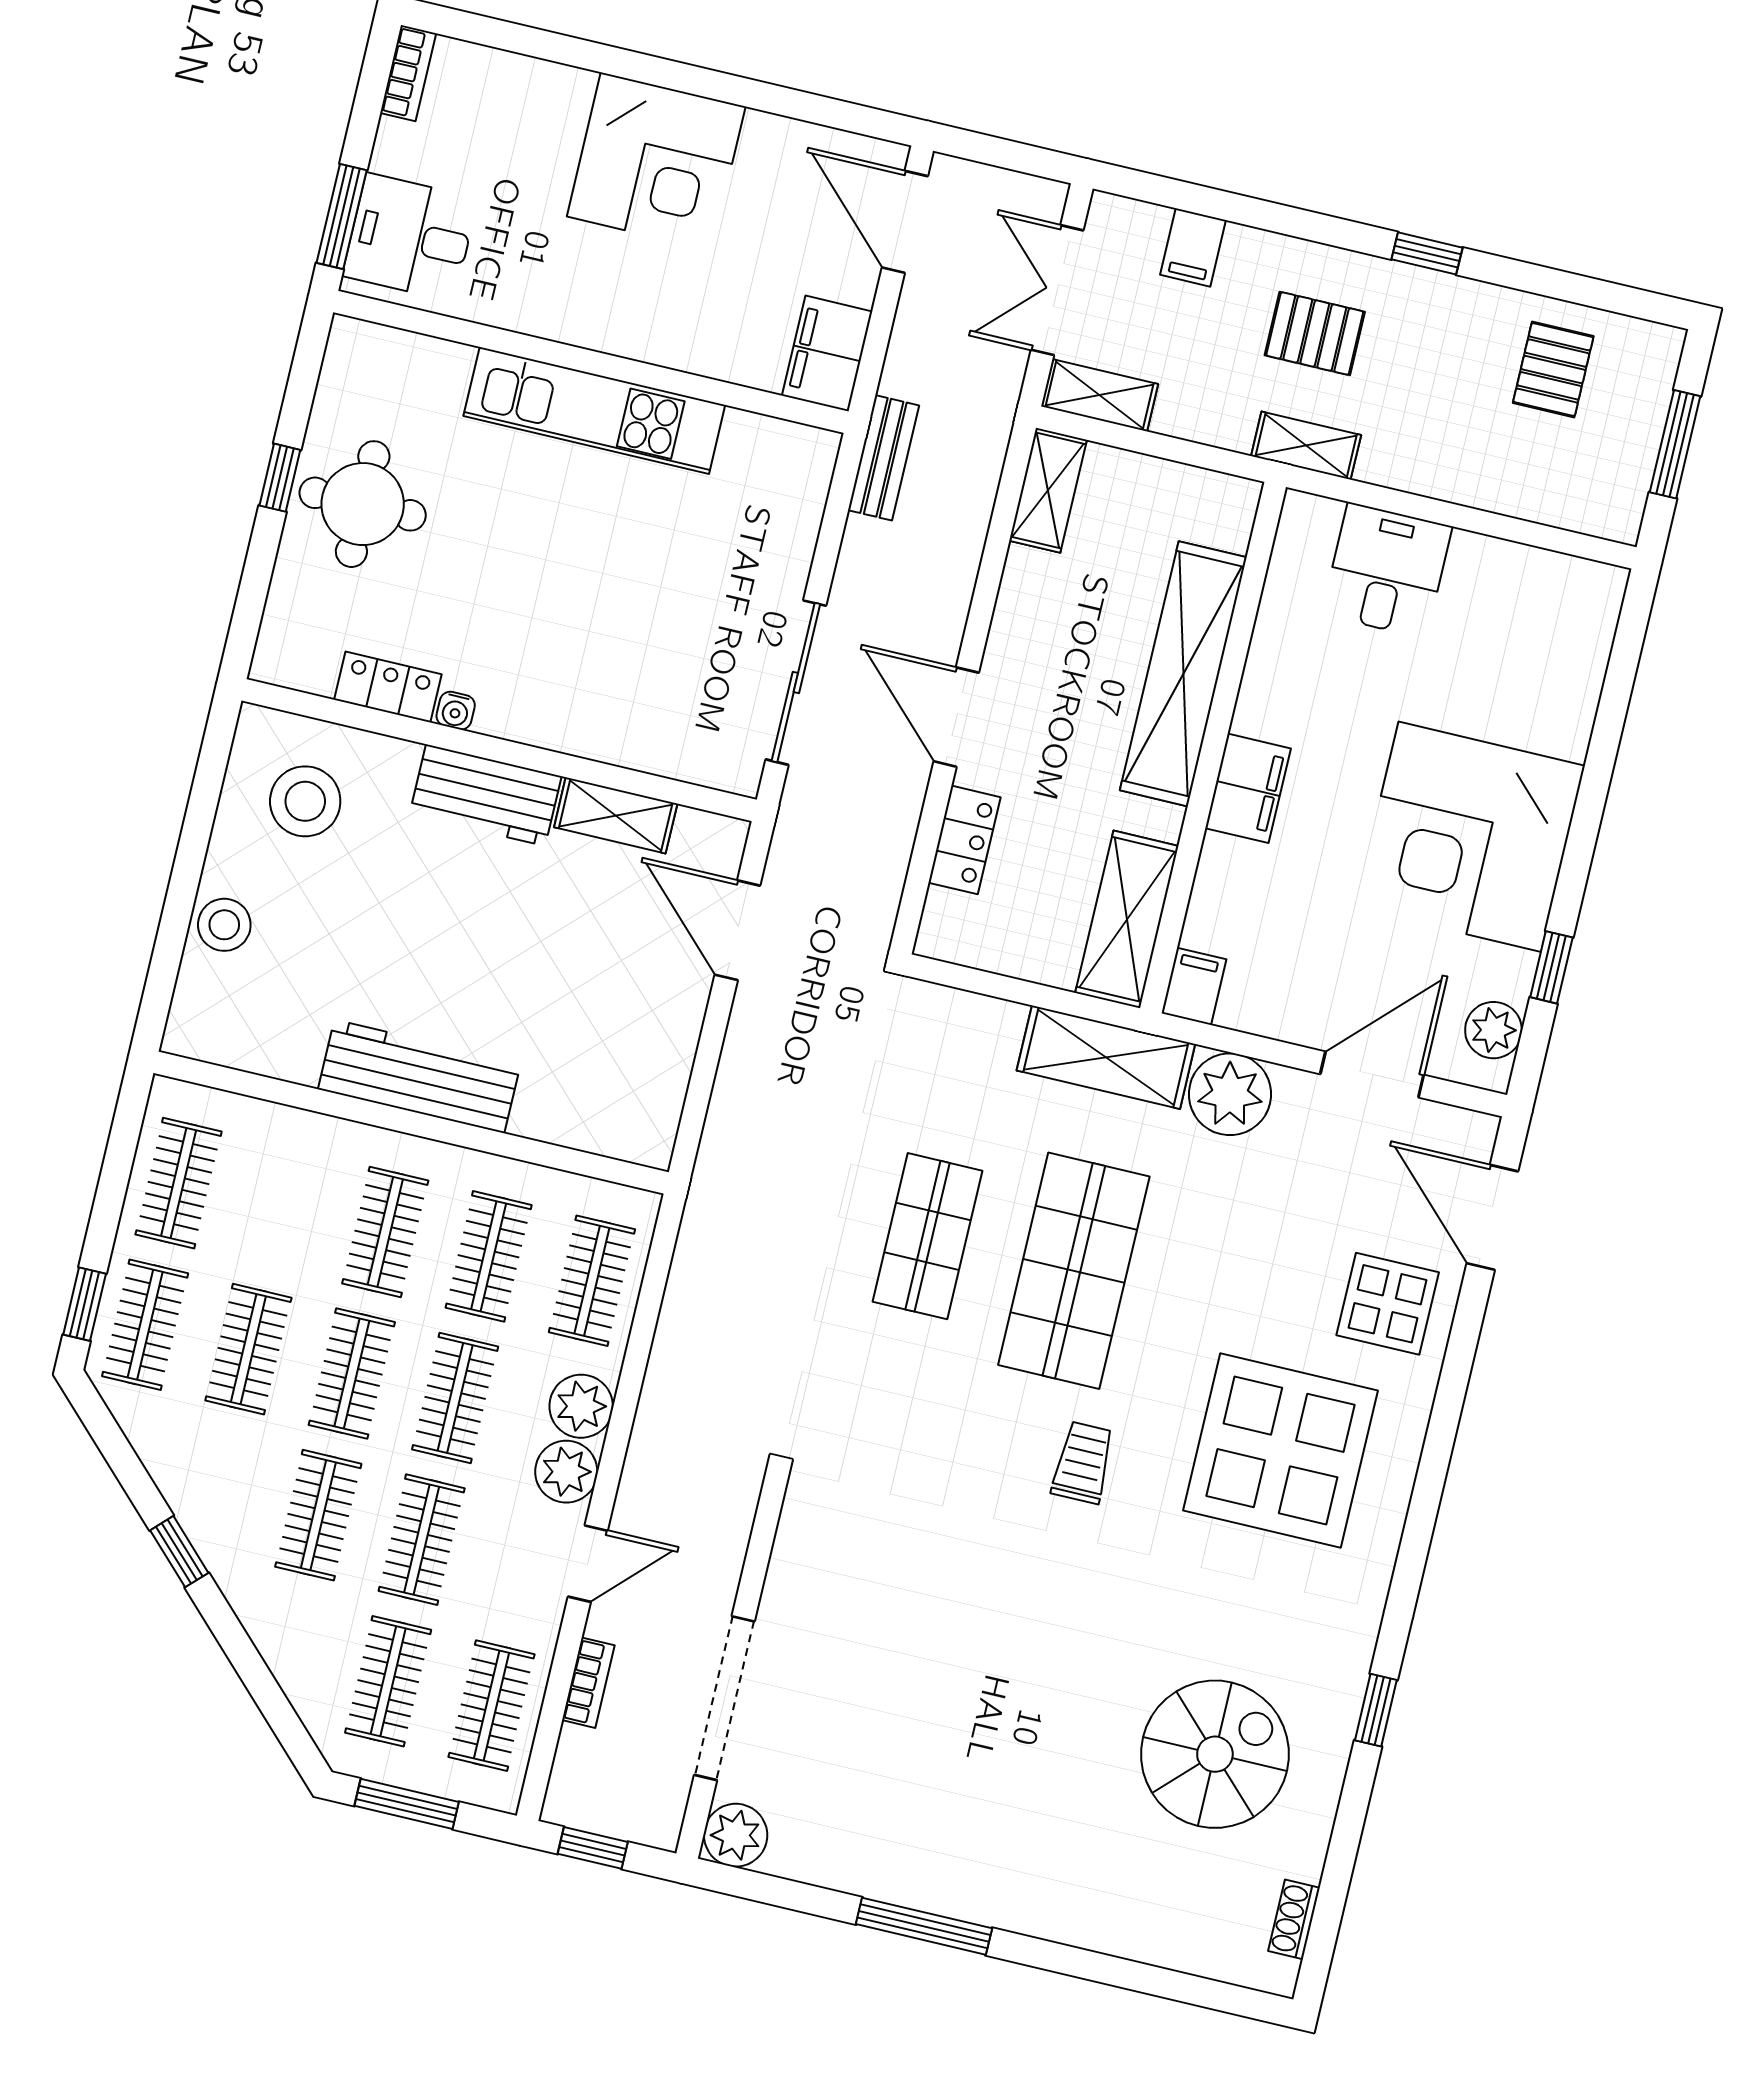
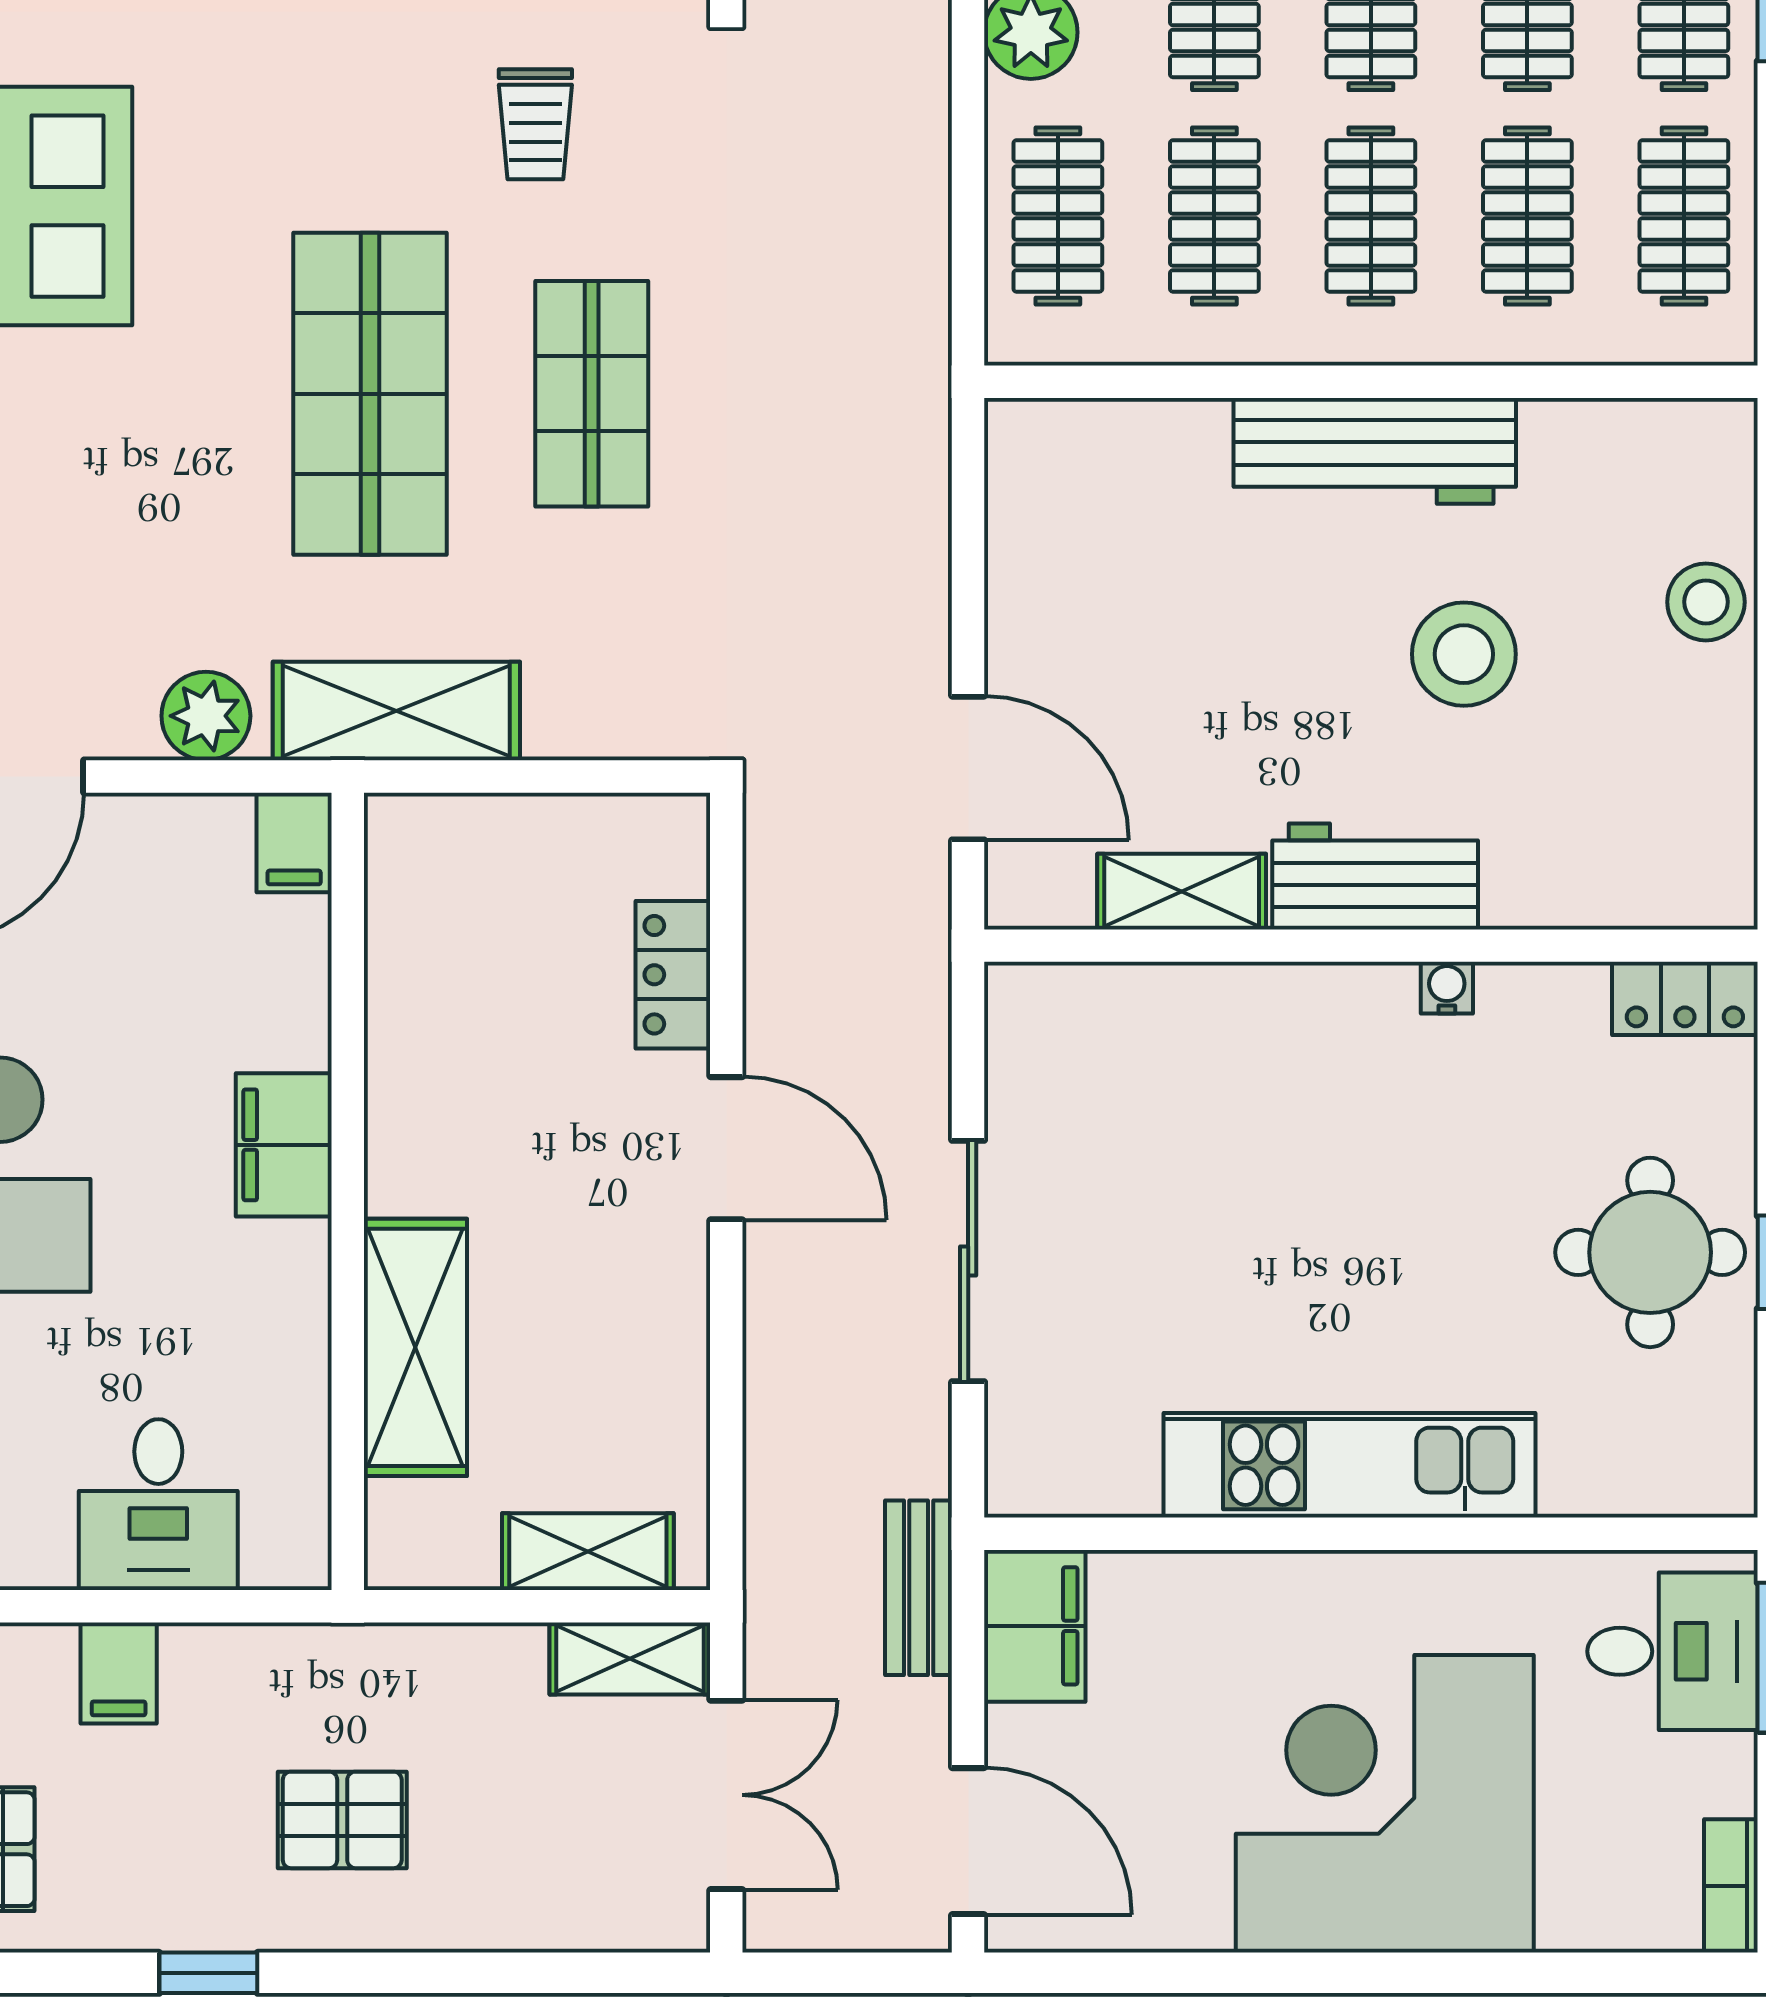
corner desk: (656, 162) -> (1385, 1804), width x1.36, depth x1.36
filing cabinet: (1193, 247) -> (119, 1673), moved, turned 180
shelving: (1306, 446) -> (317, 1656), removed
bench: (884, 458) -> (919, 1588), moved
shelving: (1048, 490) -> (588, 1552), moved, turned 90
shelving: (1183, 674) -> (415, 1347), width x0.68
sliding door: (796, 683) -> (968, 1261), moved
locker: (388, 687) -> (1685, 998), moved
stool: (305, 801) -> (1464, 654), moved
shelving: (1127, 919) -> (413, 916), removed
plant: (1230, 1094) -> (206, 716), width x0.73, depth x0.73
clothes rail: (282, 1208) -> (1527, 216), added
trolley: (1083, 1463) -> (535, 124), moved

